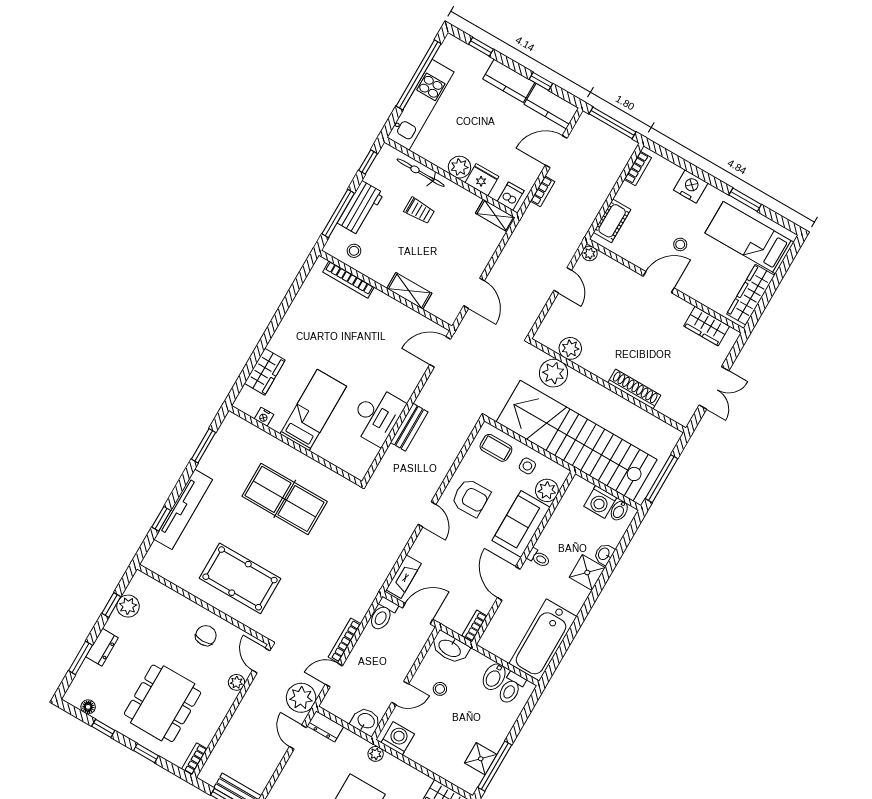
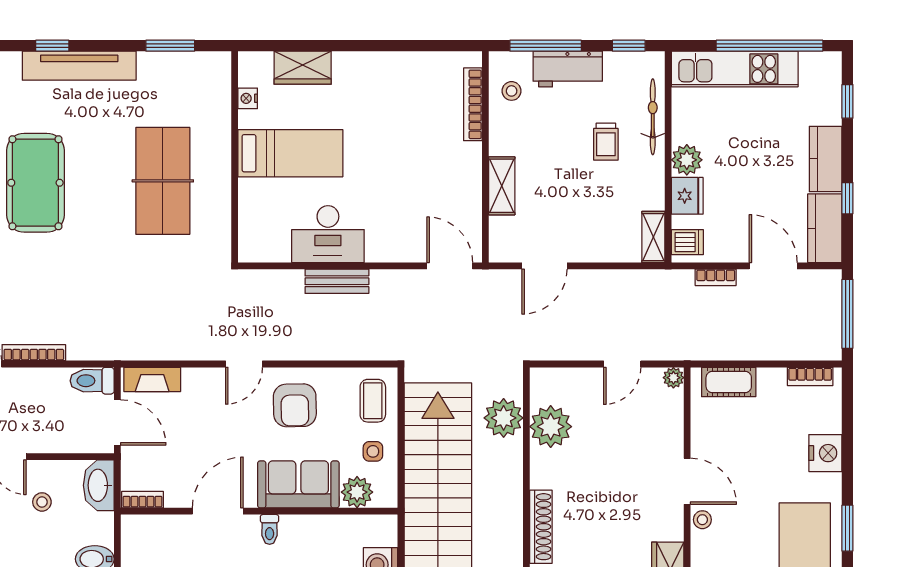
stool: (680, 244) -> (702, 520), moved
plant: (570, 348) -> (551, 427), width x1.36, depth x1.36

